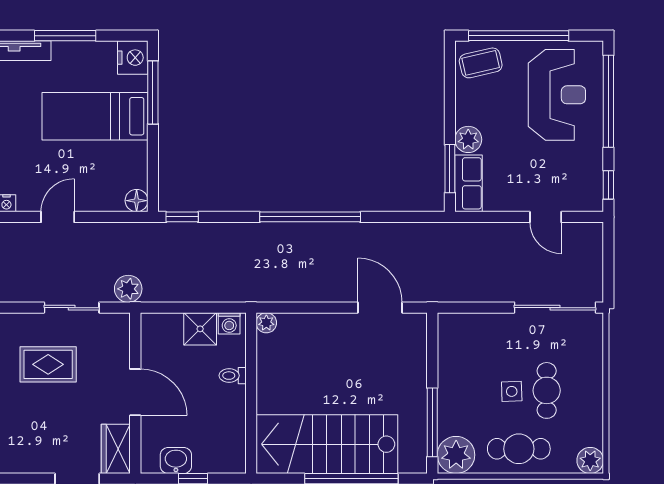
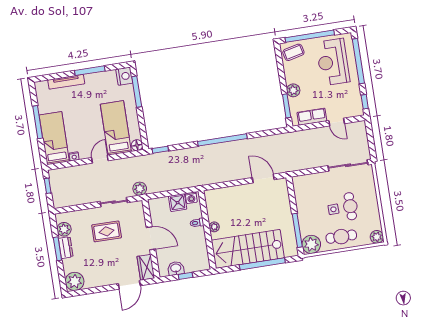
reception desk: (557, 95) -> (333, 62), turned 180
bed: (95, 116) -> (116, 128), moved, turned 90
row of seats: (469, 183) -> (312, 117), moved, turned -90
plant: (266, 323) -> (214, 227), moved

